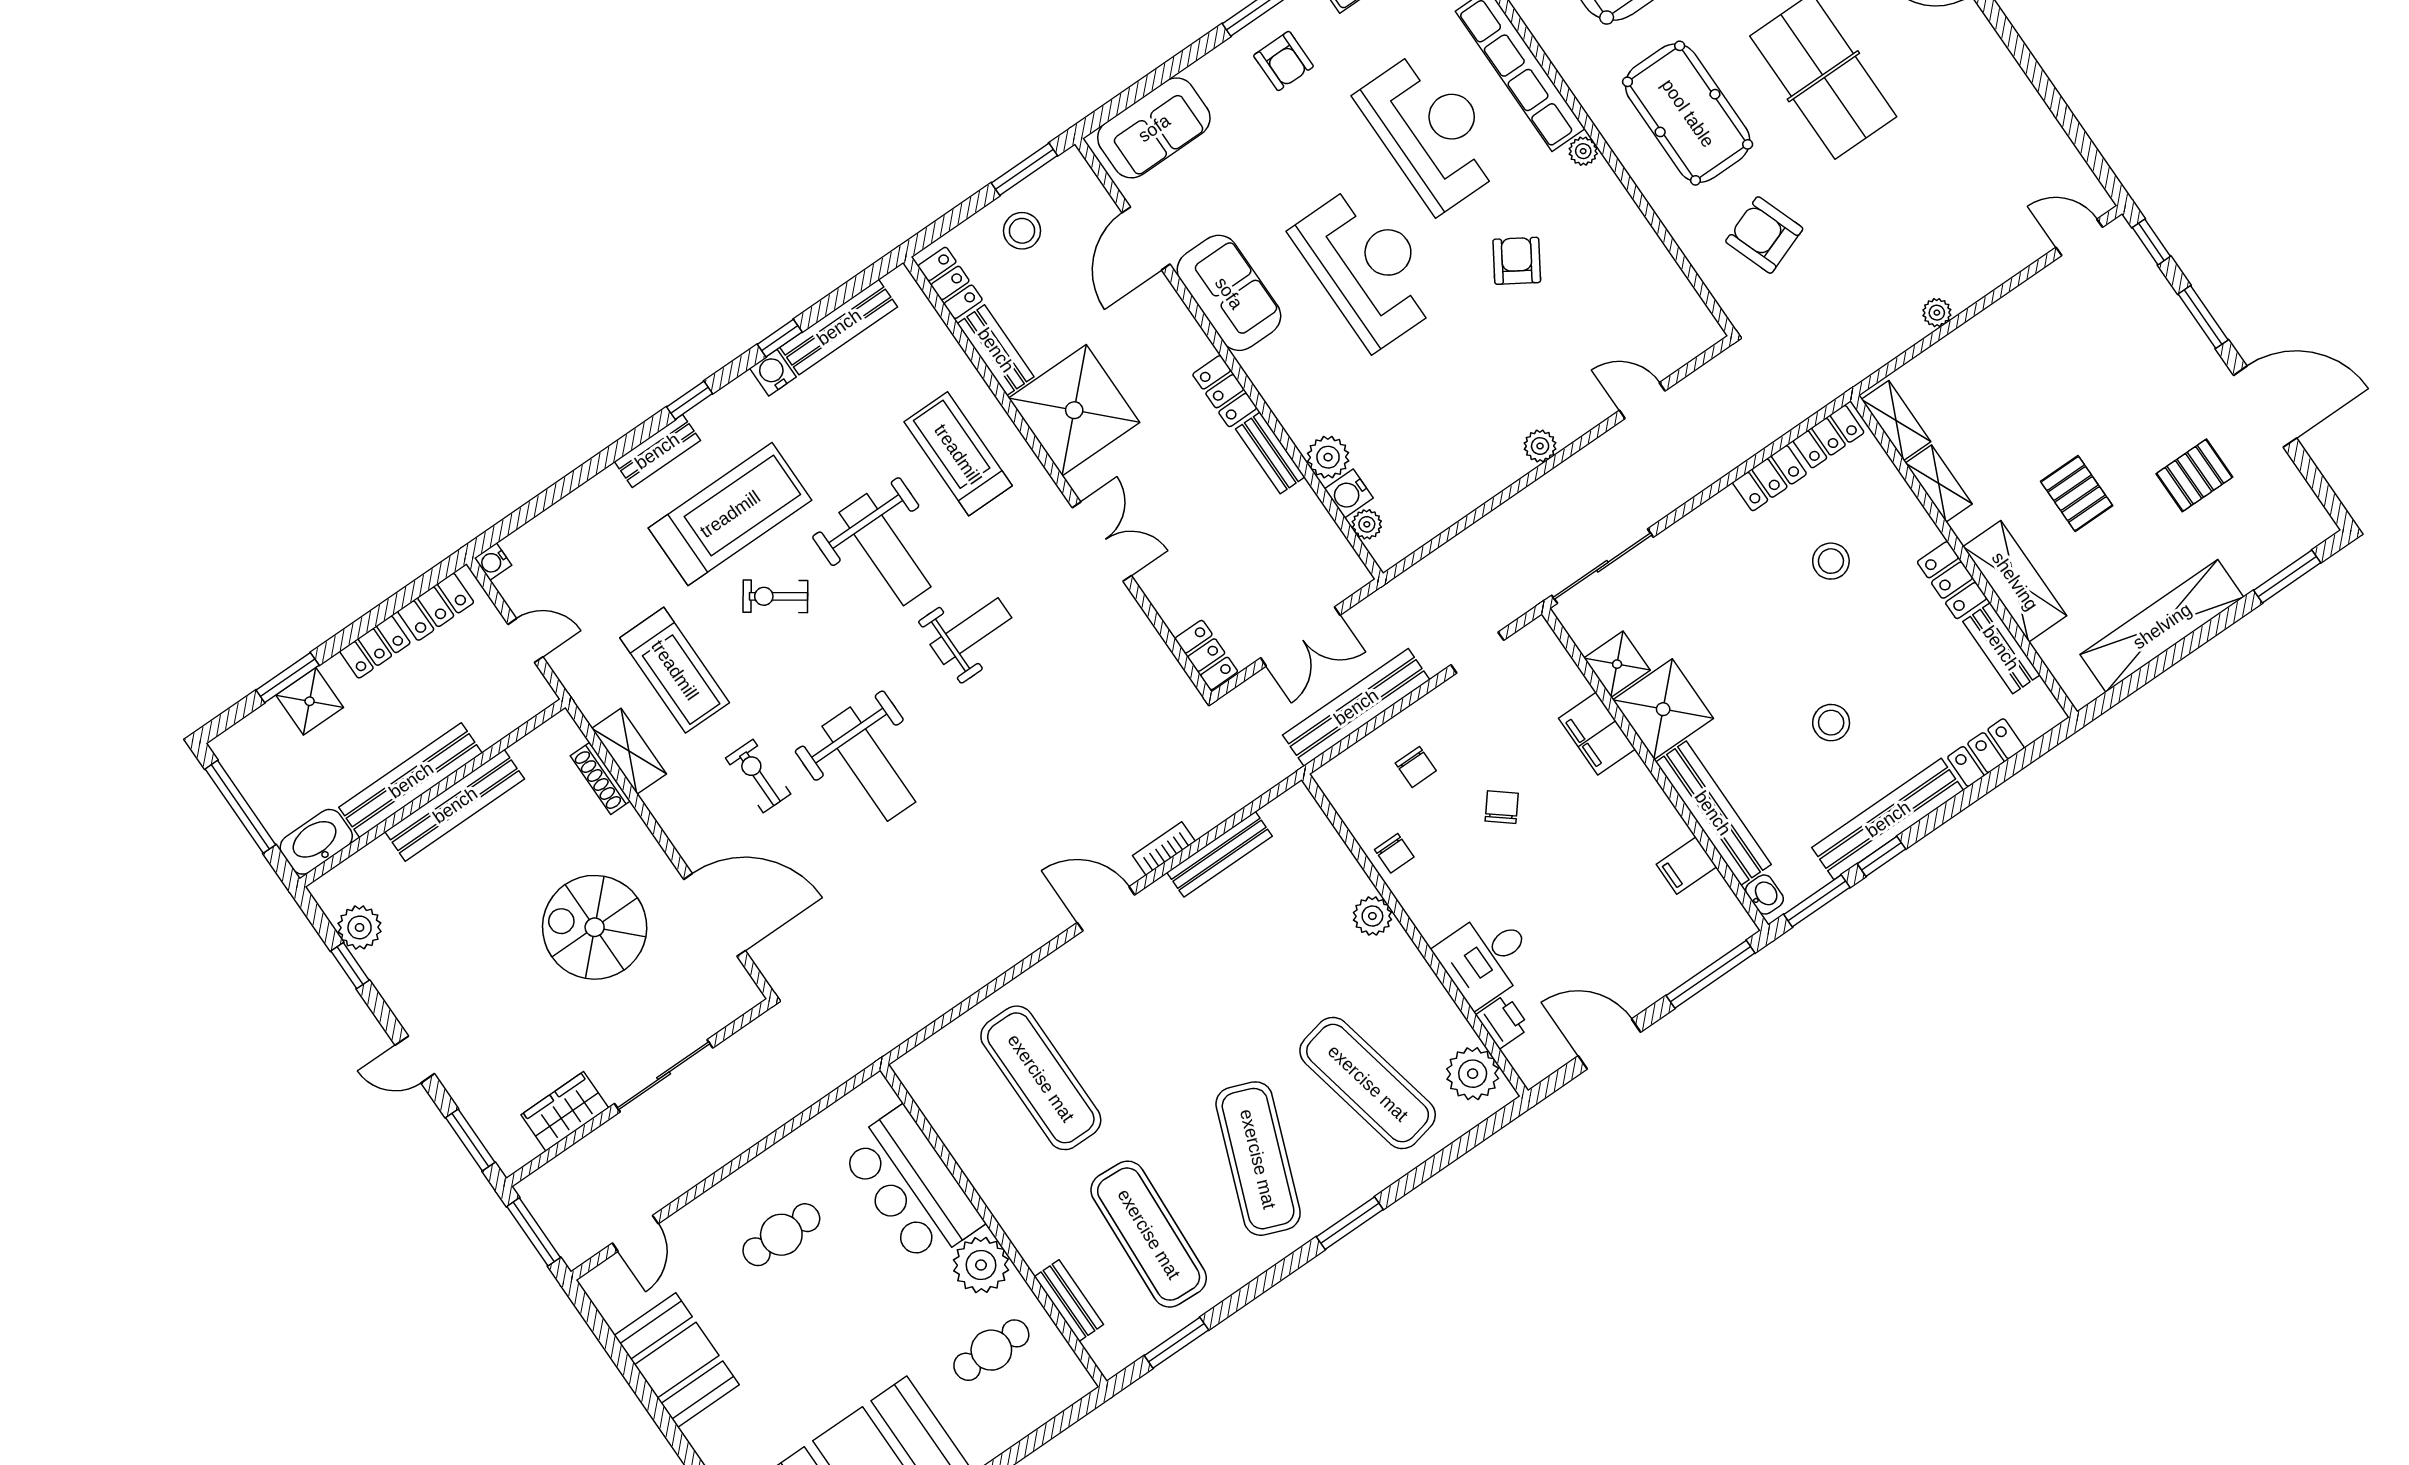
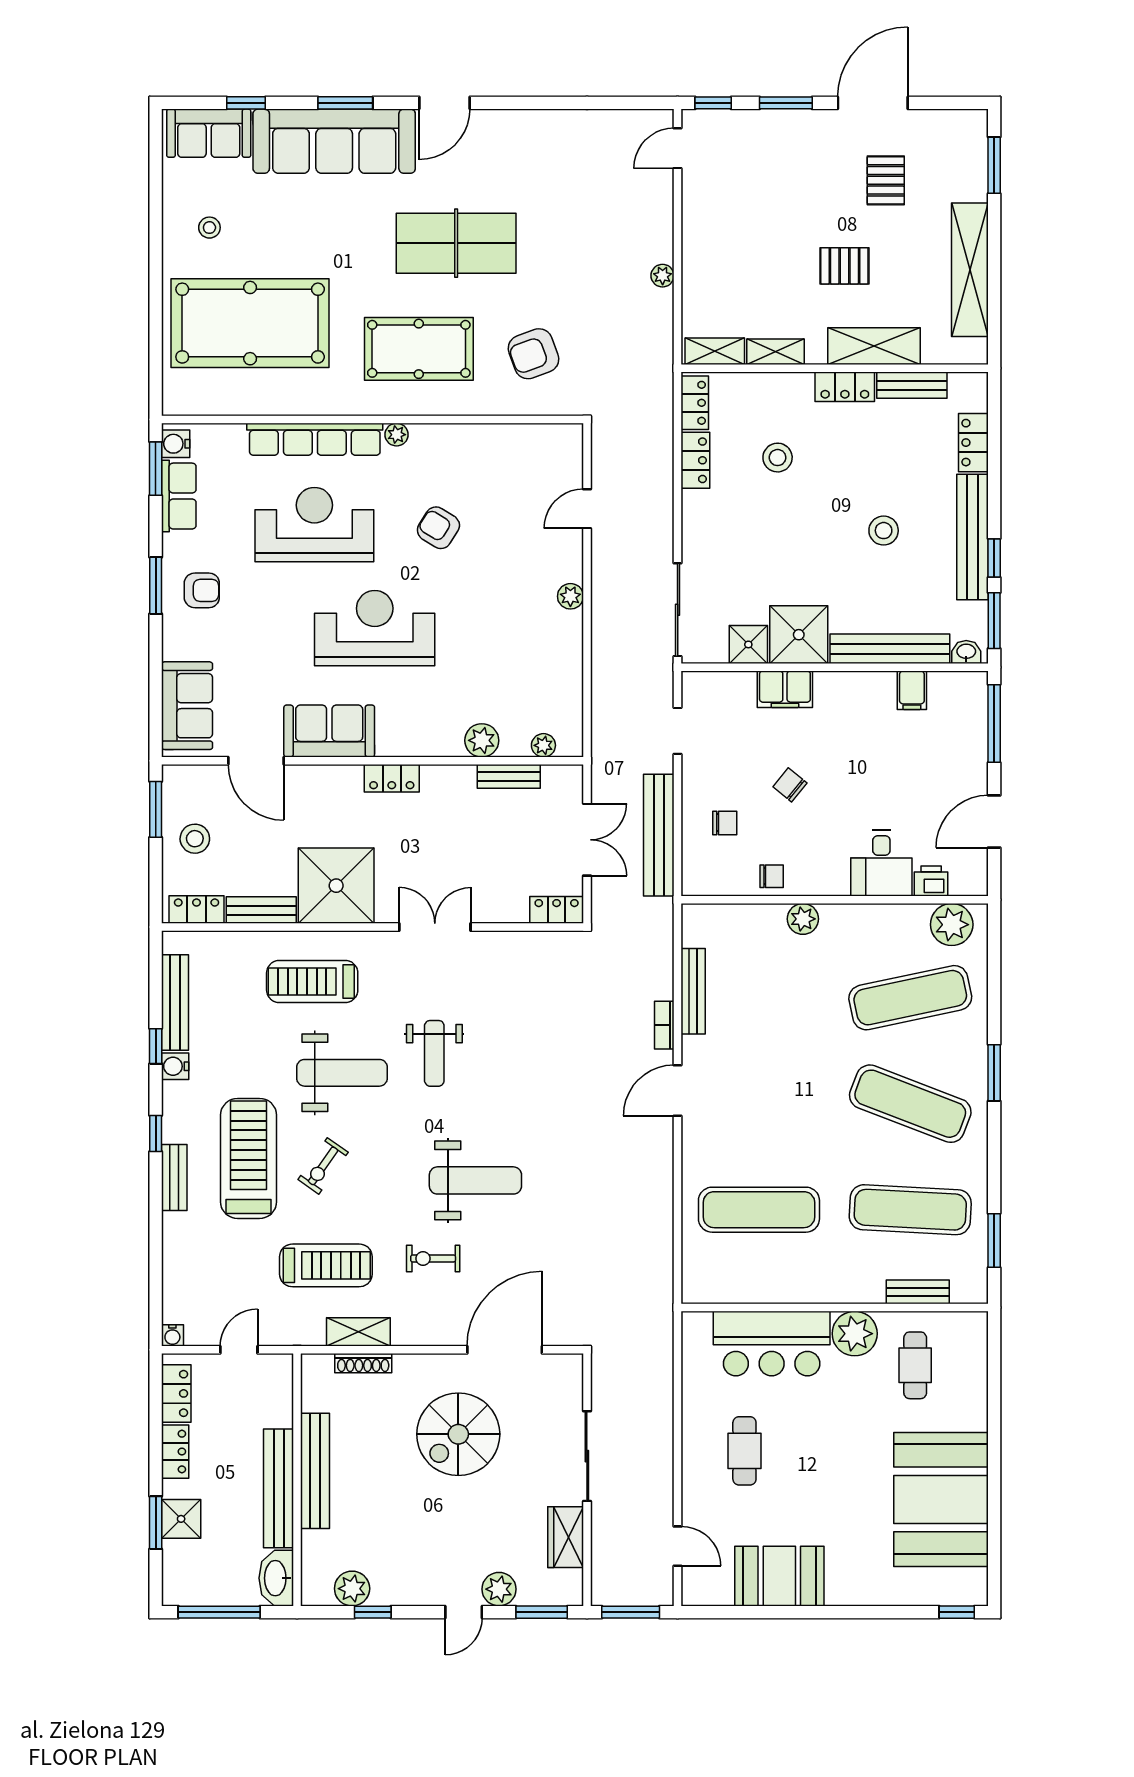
bench: (1270, 453) -> (509, 776), moved
water cooler: (1349, 493) -> (515, 743), removed
weight bench: (971, 631) -> (434, 1053), turned 180
plant: (464, 1080) -> (499, 1589), added

